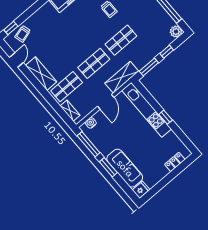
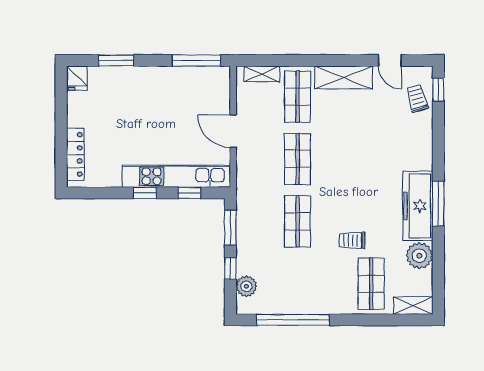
plant: (176, 32) -> (246, 286), moved
shelving: (122, 77) -> (248, 180), removed
window: (149, 98) -> (189, 193), added
water cooler: (91, 123) -> (222, 88), removed
locker: (175, 162) -> (75, 154), width x1.53
window: (108, 167) -> (116, 60), moved
sofa: (125, 168) -> (124, 81), removed

